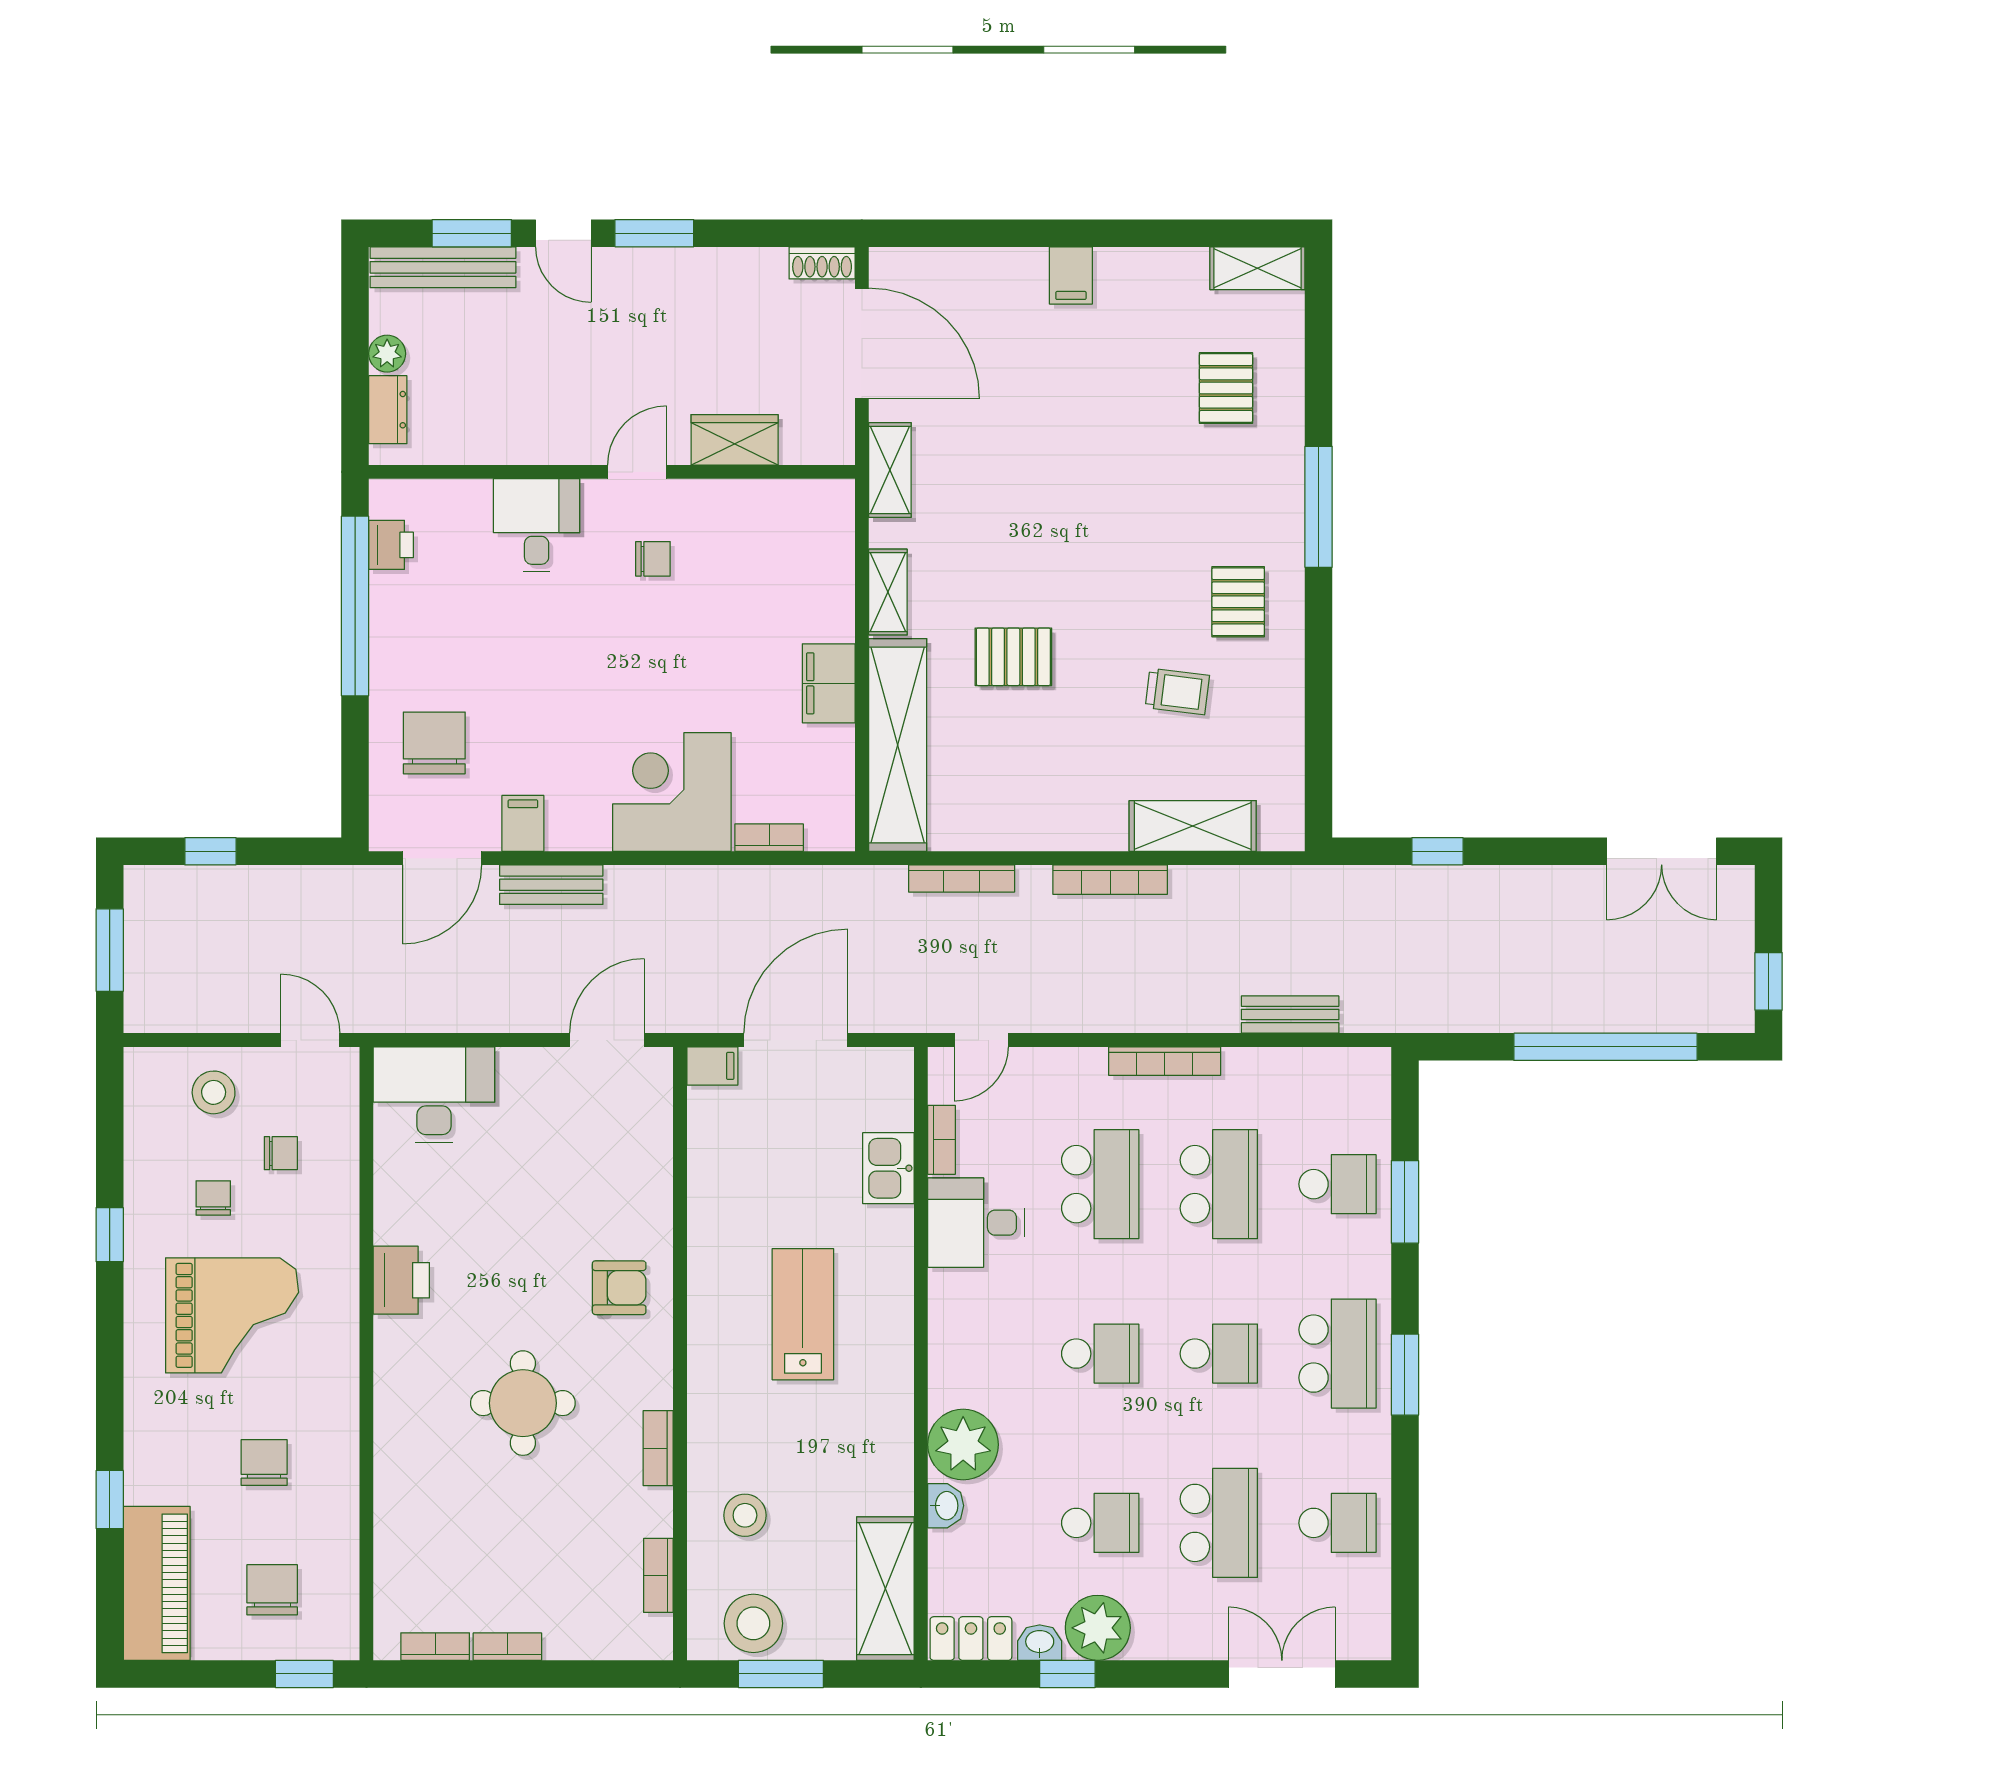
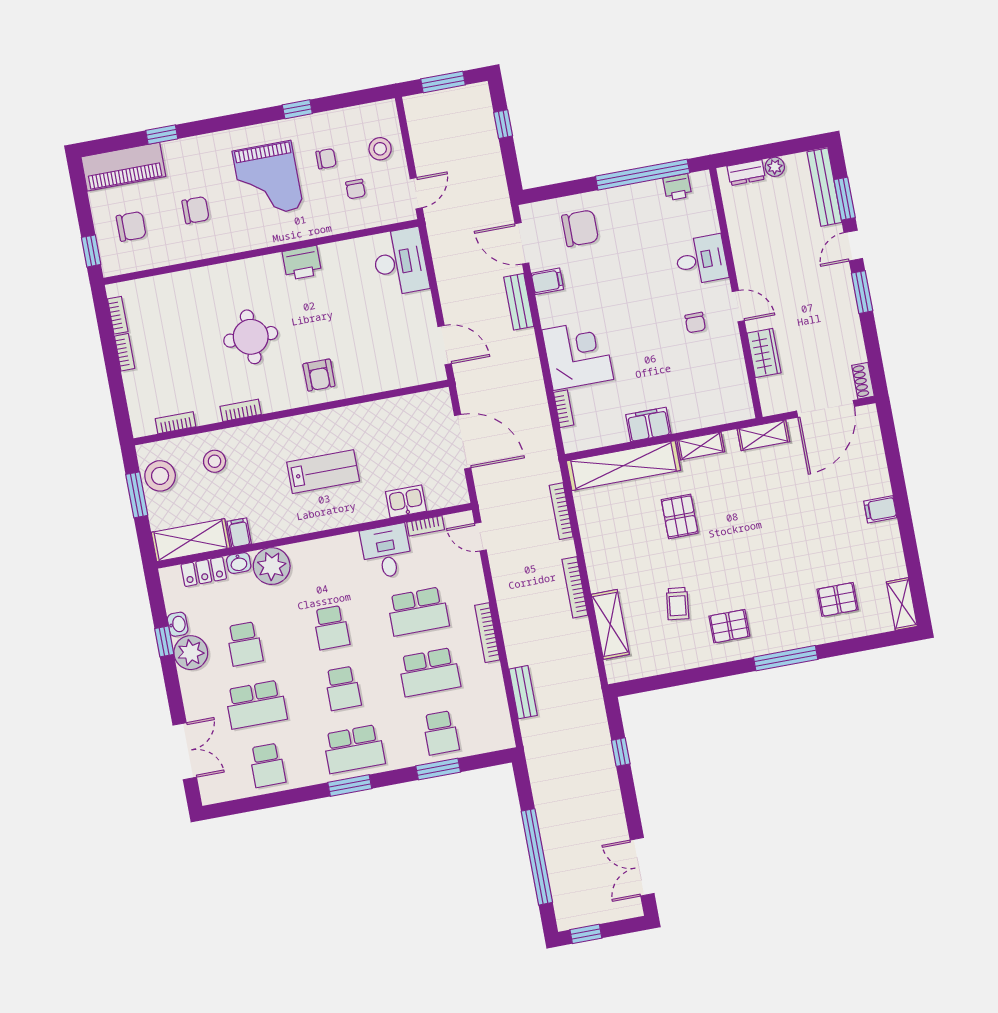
filing cabinet: (712, 1066) -> (239, 533), moved, turned 180
locker: (971, 1639) -> (204, 572), moved, turned 90

